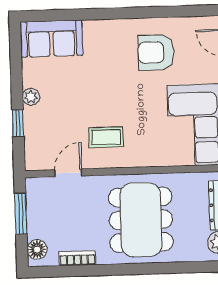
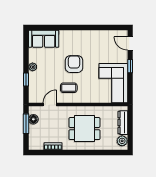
armchair: (156, 52) -> (74, 64), moved, turned 90
dining table: (141, 220) -> (84, 129), width x0.73
floor lamp: (37, 249) -> (33, 119), moved

